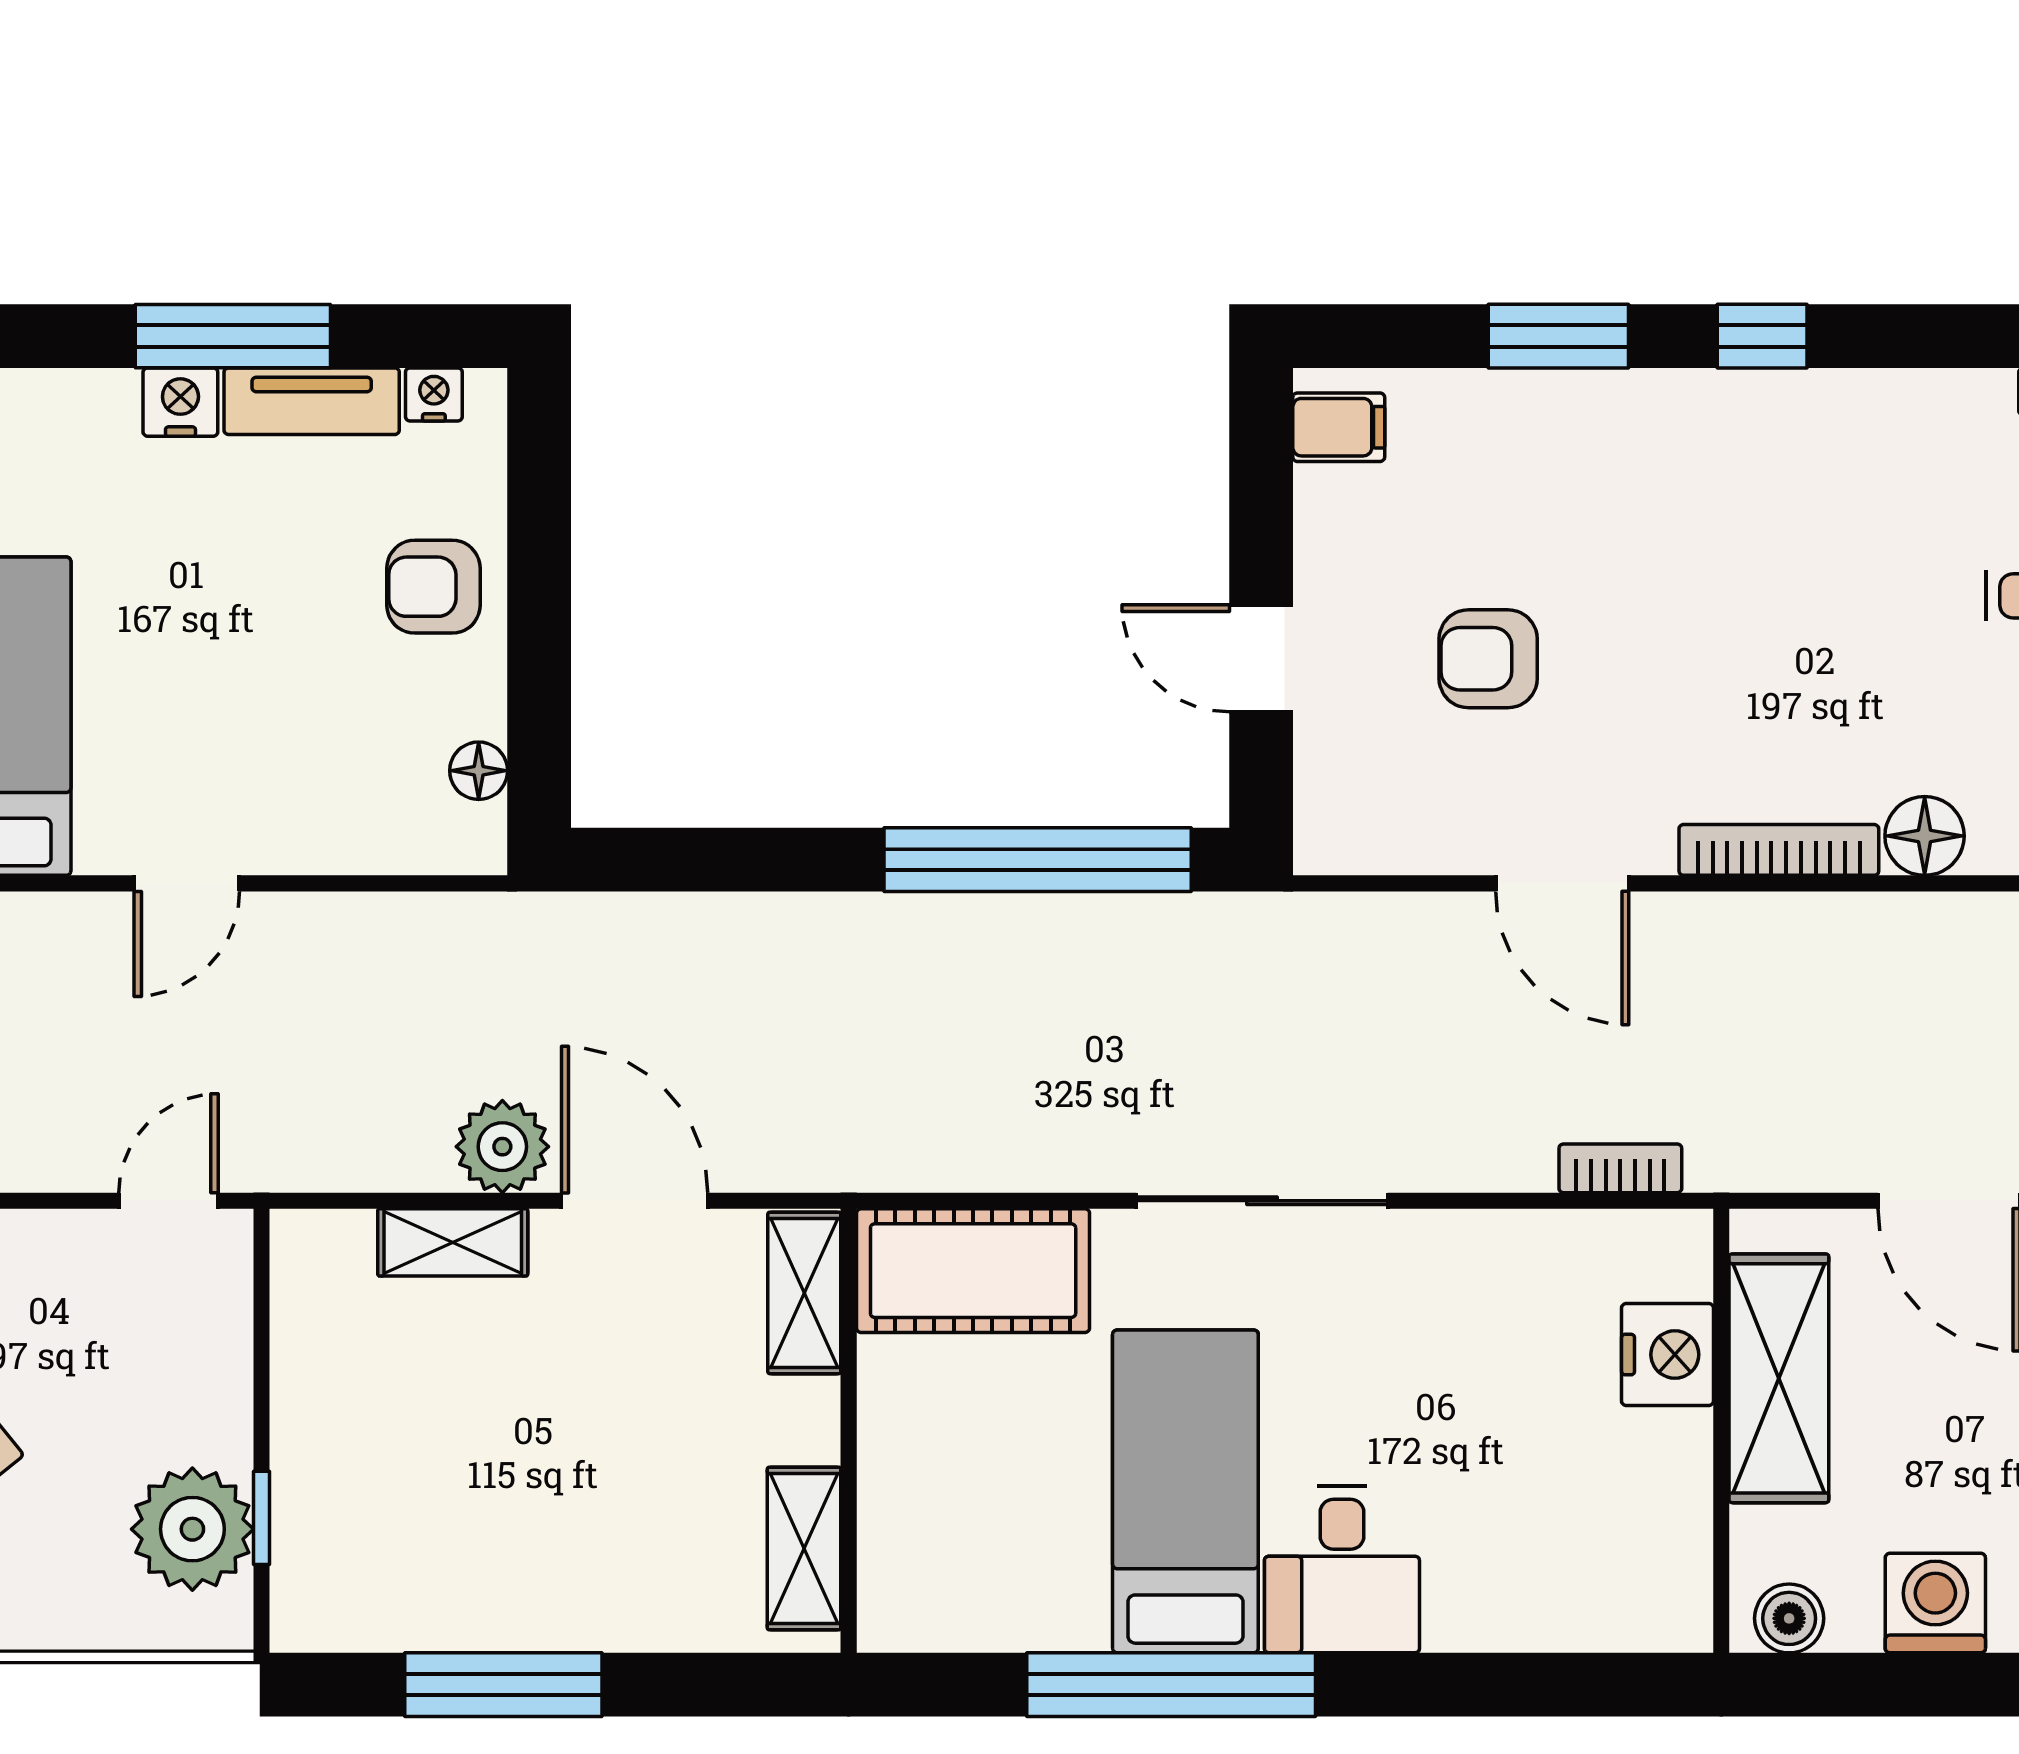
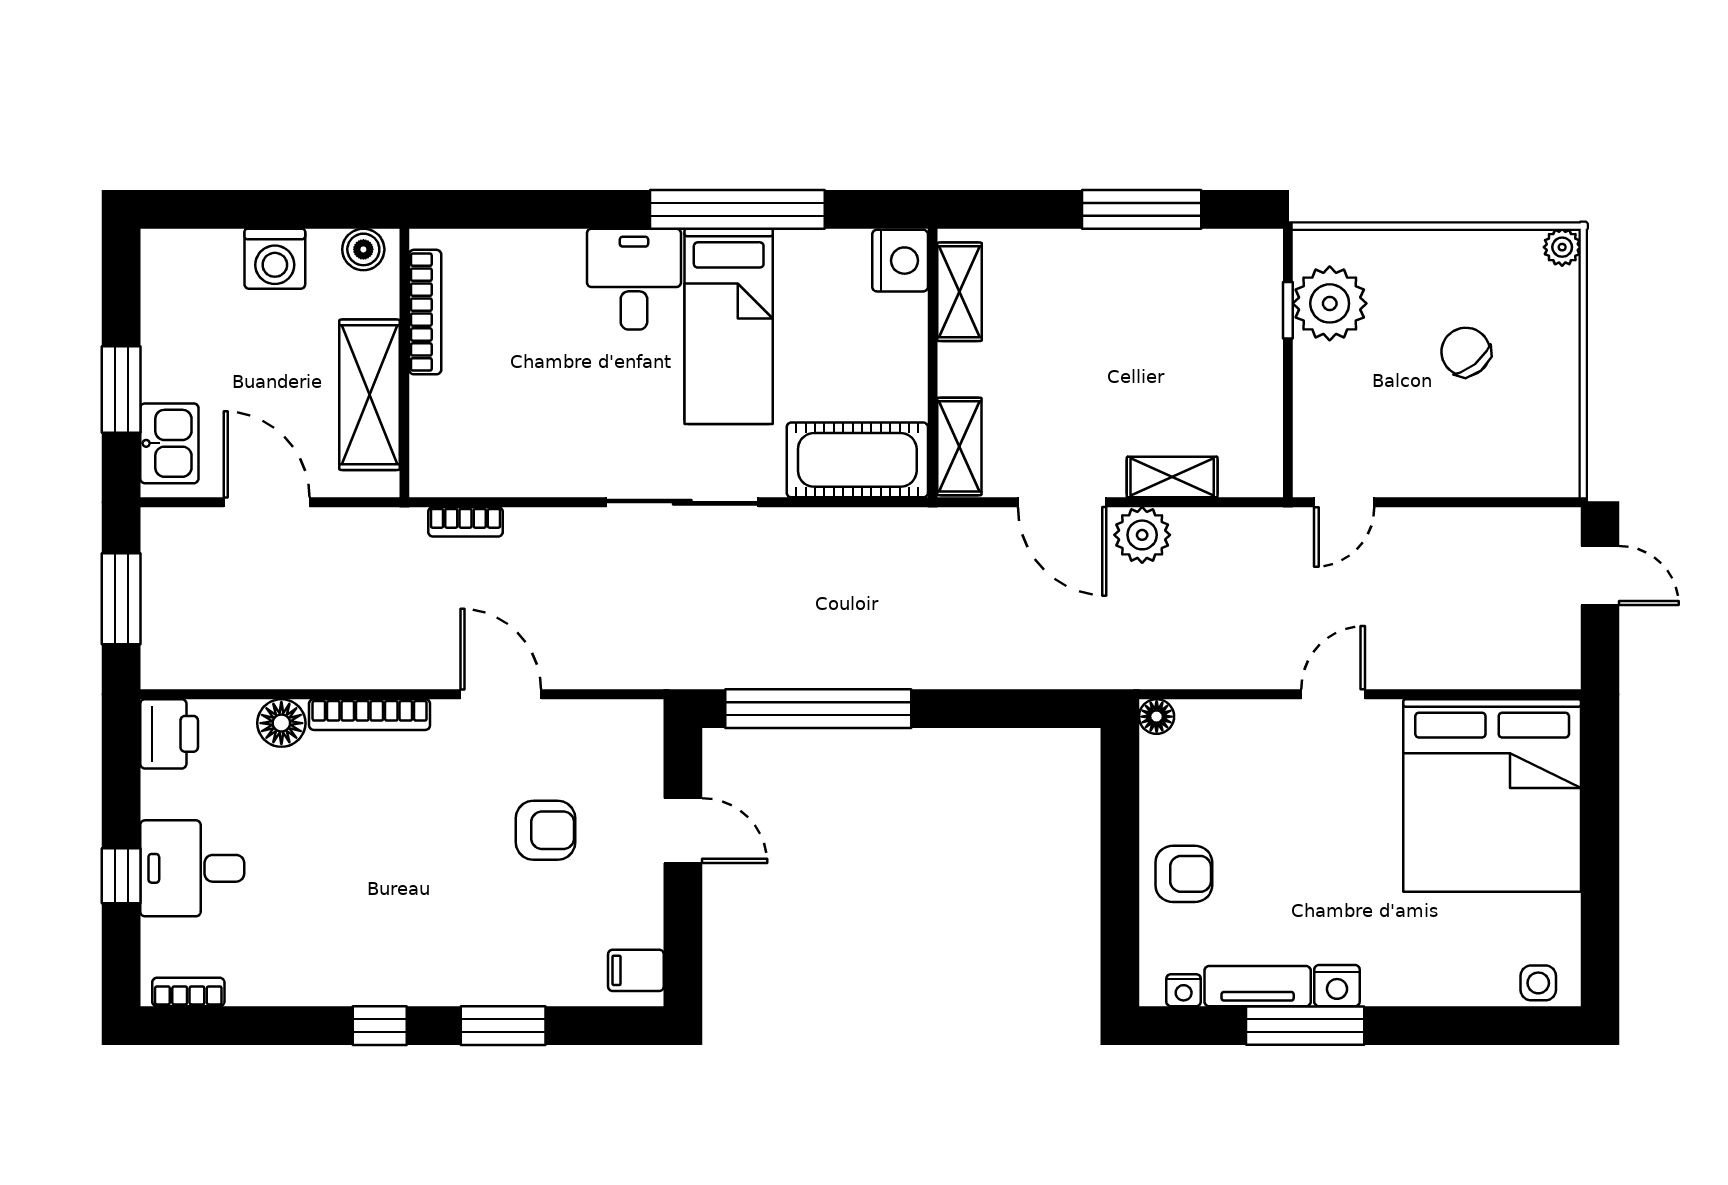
floor lamp: (479, 771) -> (1157, 717), moved
nightstand: (1667, 1355) -> (900, 261), moved, turned 180
bookcase: (1687, 1515) -> (425, 312), added

